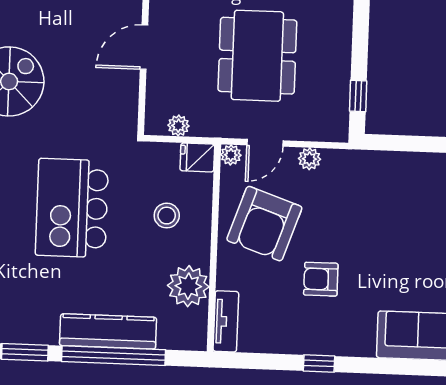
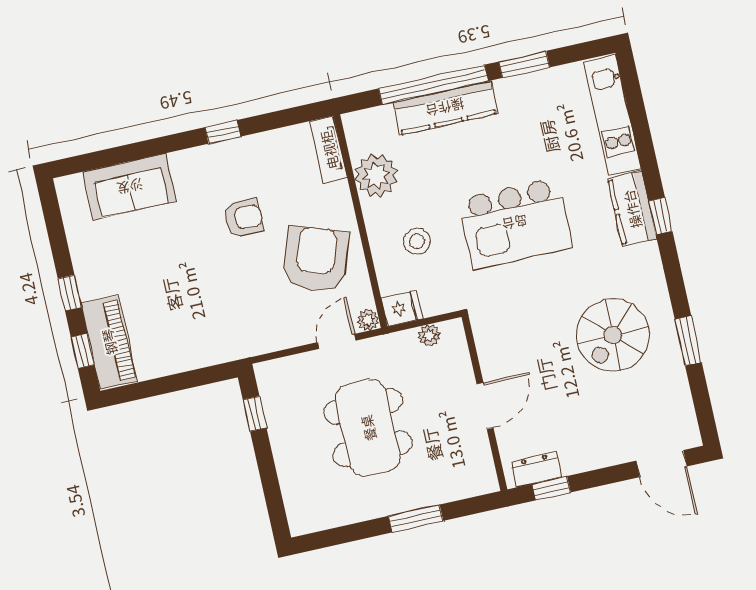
plant: (309, 159) -> (287, 337), removed
kitchen island: (72, 208) -> (515, 223), turned 90

